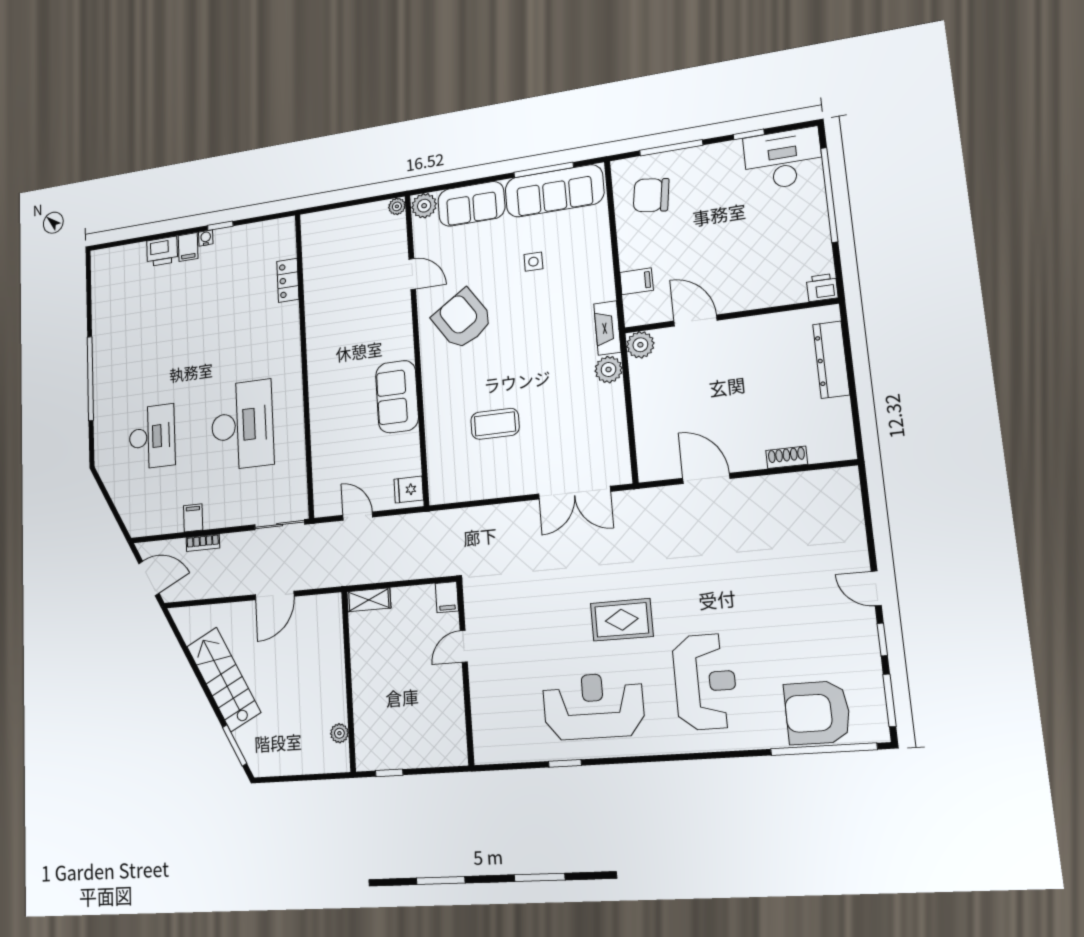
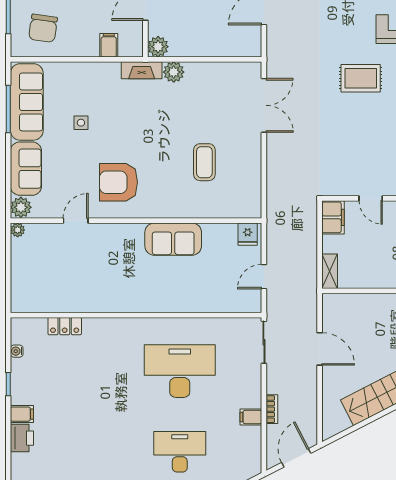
water cooler: (206, 238) -> (17, 351), moved
armchair: (462, 319) -> (119, 182), turned 34
filing cabinet: (447, 597) -> (333, 217), width x2.00
rug: (622, 620) -> (361, 78), turned 90

